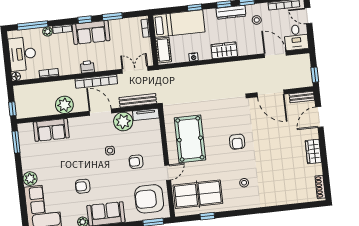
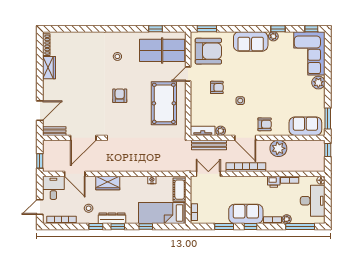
door: (308, 16) -> (40, 207), swing flipped
wardrobe: (224, 50) -> (108, 183), moved
printer: (87, 67) -> (274, 182), moved
double door: (135, 70) -> (208, 174), swing flipped
window: (315, 75) -> (40, 161), moved
door: (270, 93) -> (83, 138), swing flipped
plant: (123, 122) -> (221, 131), width x0.53, depth x0.53
sofa: (51, 130) -> (305, 126), moved
wardrobe: (313, 151) -> (49, 68), moved
armchair: (83, 186) -> (265, 124), moved

